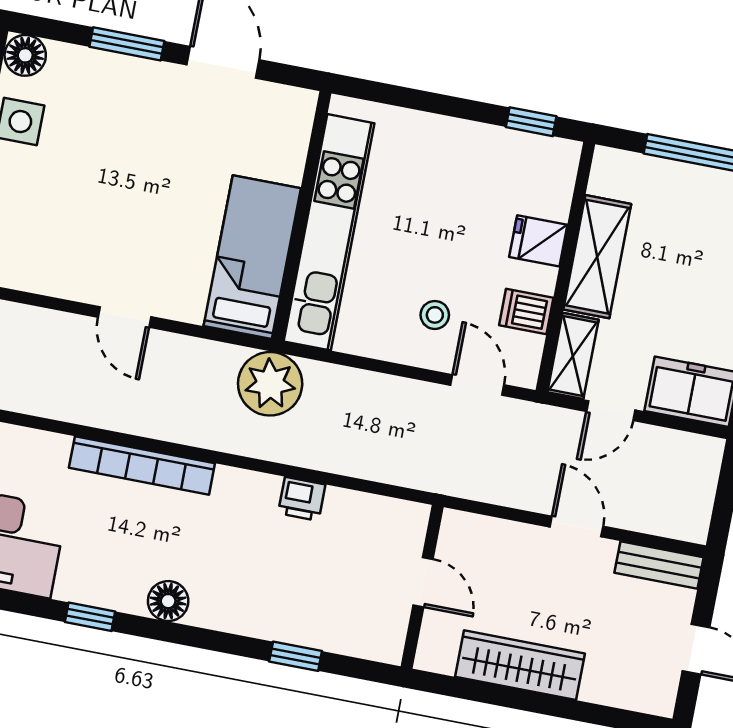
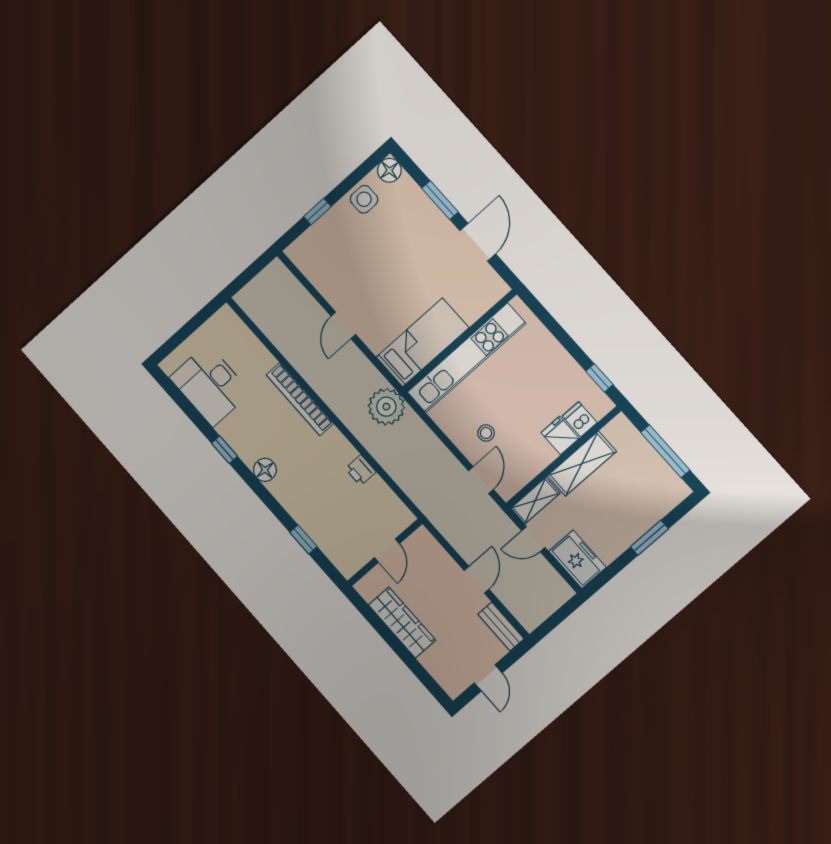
dishwasher: (526, 312) -> (580, 419), moved

